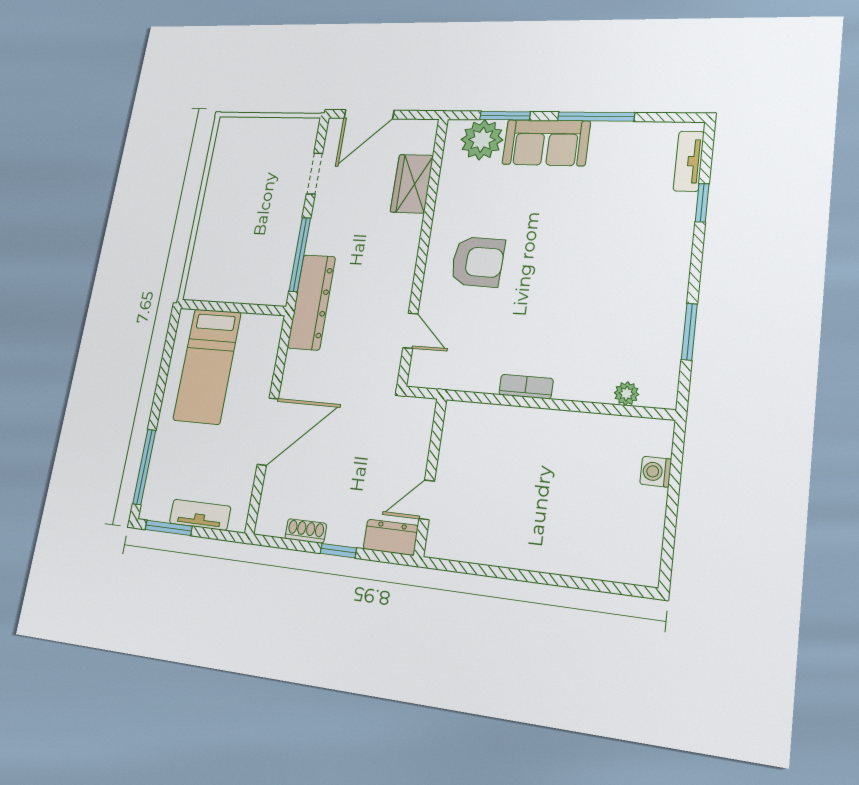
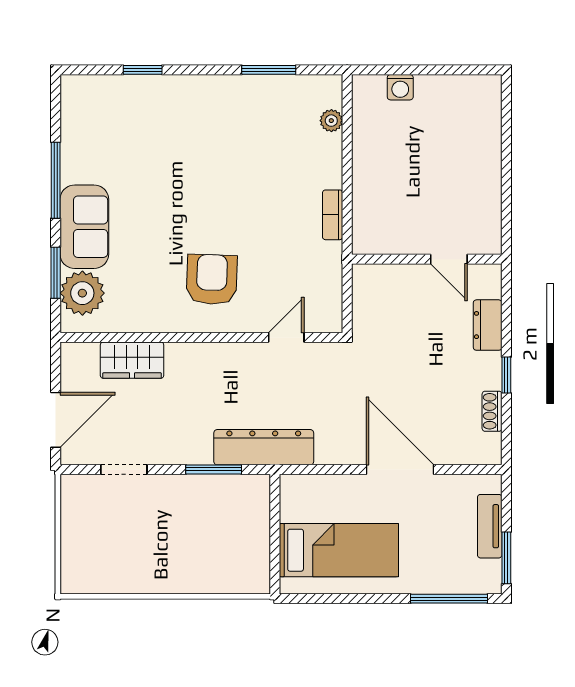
door: (369, 114) -> (56, 420), hinge flipped
tv unit: (689, 161) -> (101, 86), removed
window: (300, 254) -> (214, 469), width x0.69
wall: (430, 477) -> (427, 259), moved
door: (427, 500) -> (449, 259), moved

